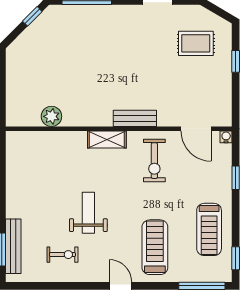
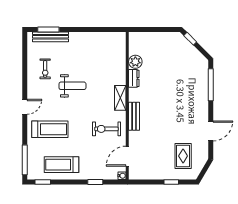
window: (32, 16) -> (190, 39), moved
dresser: (77, 119) -> (134, 78), added

